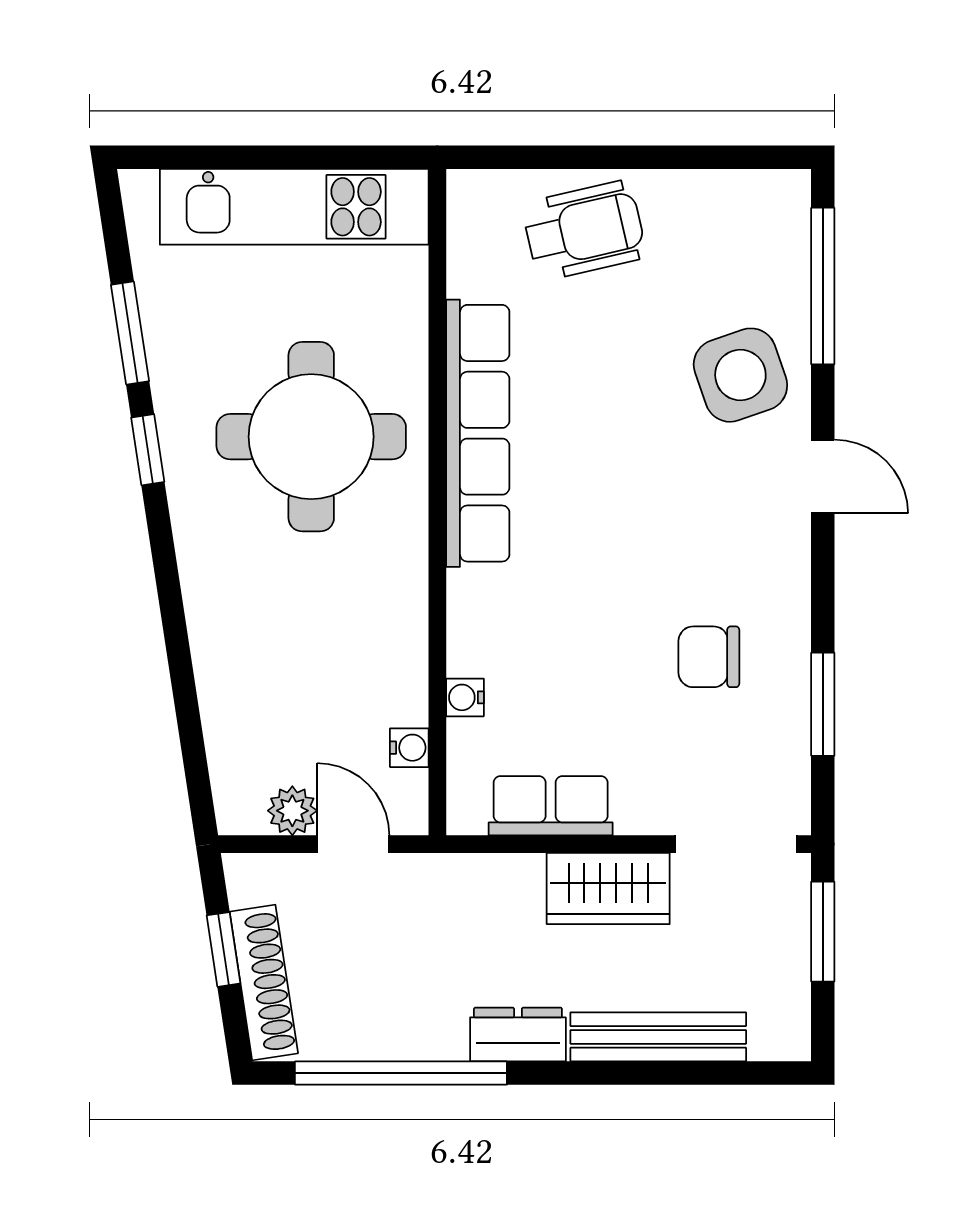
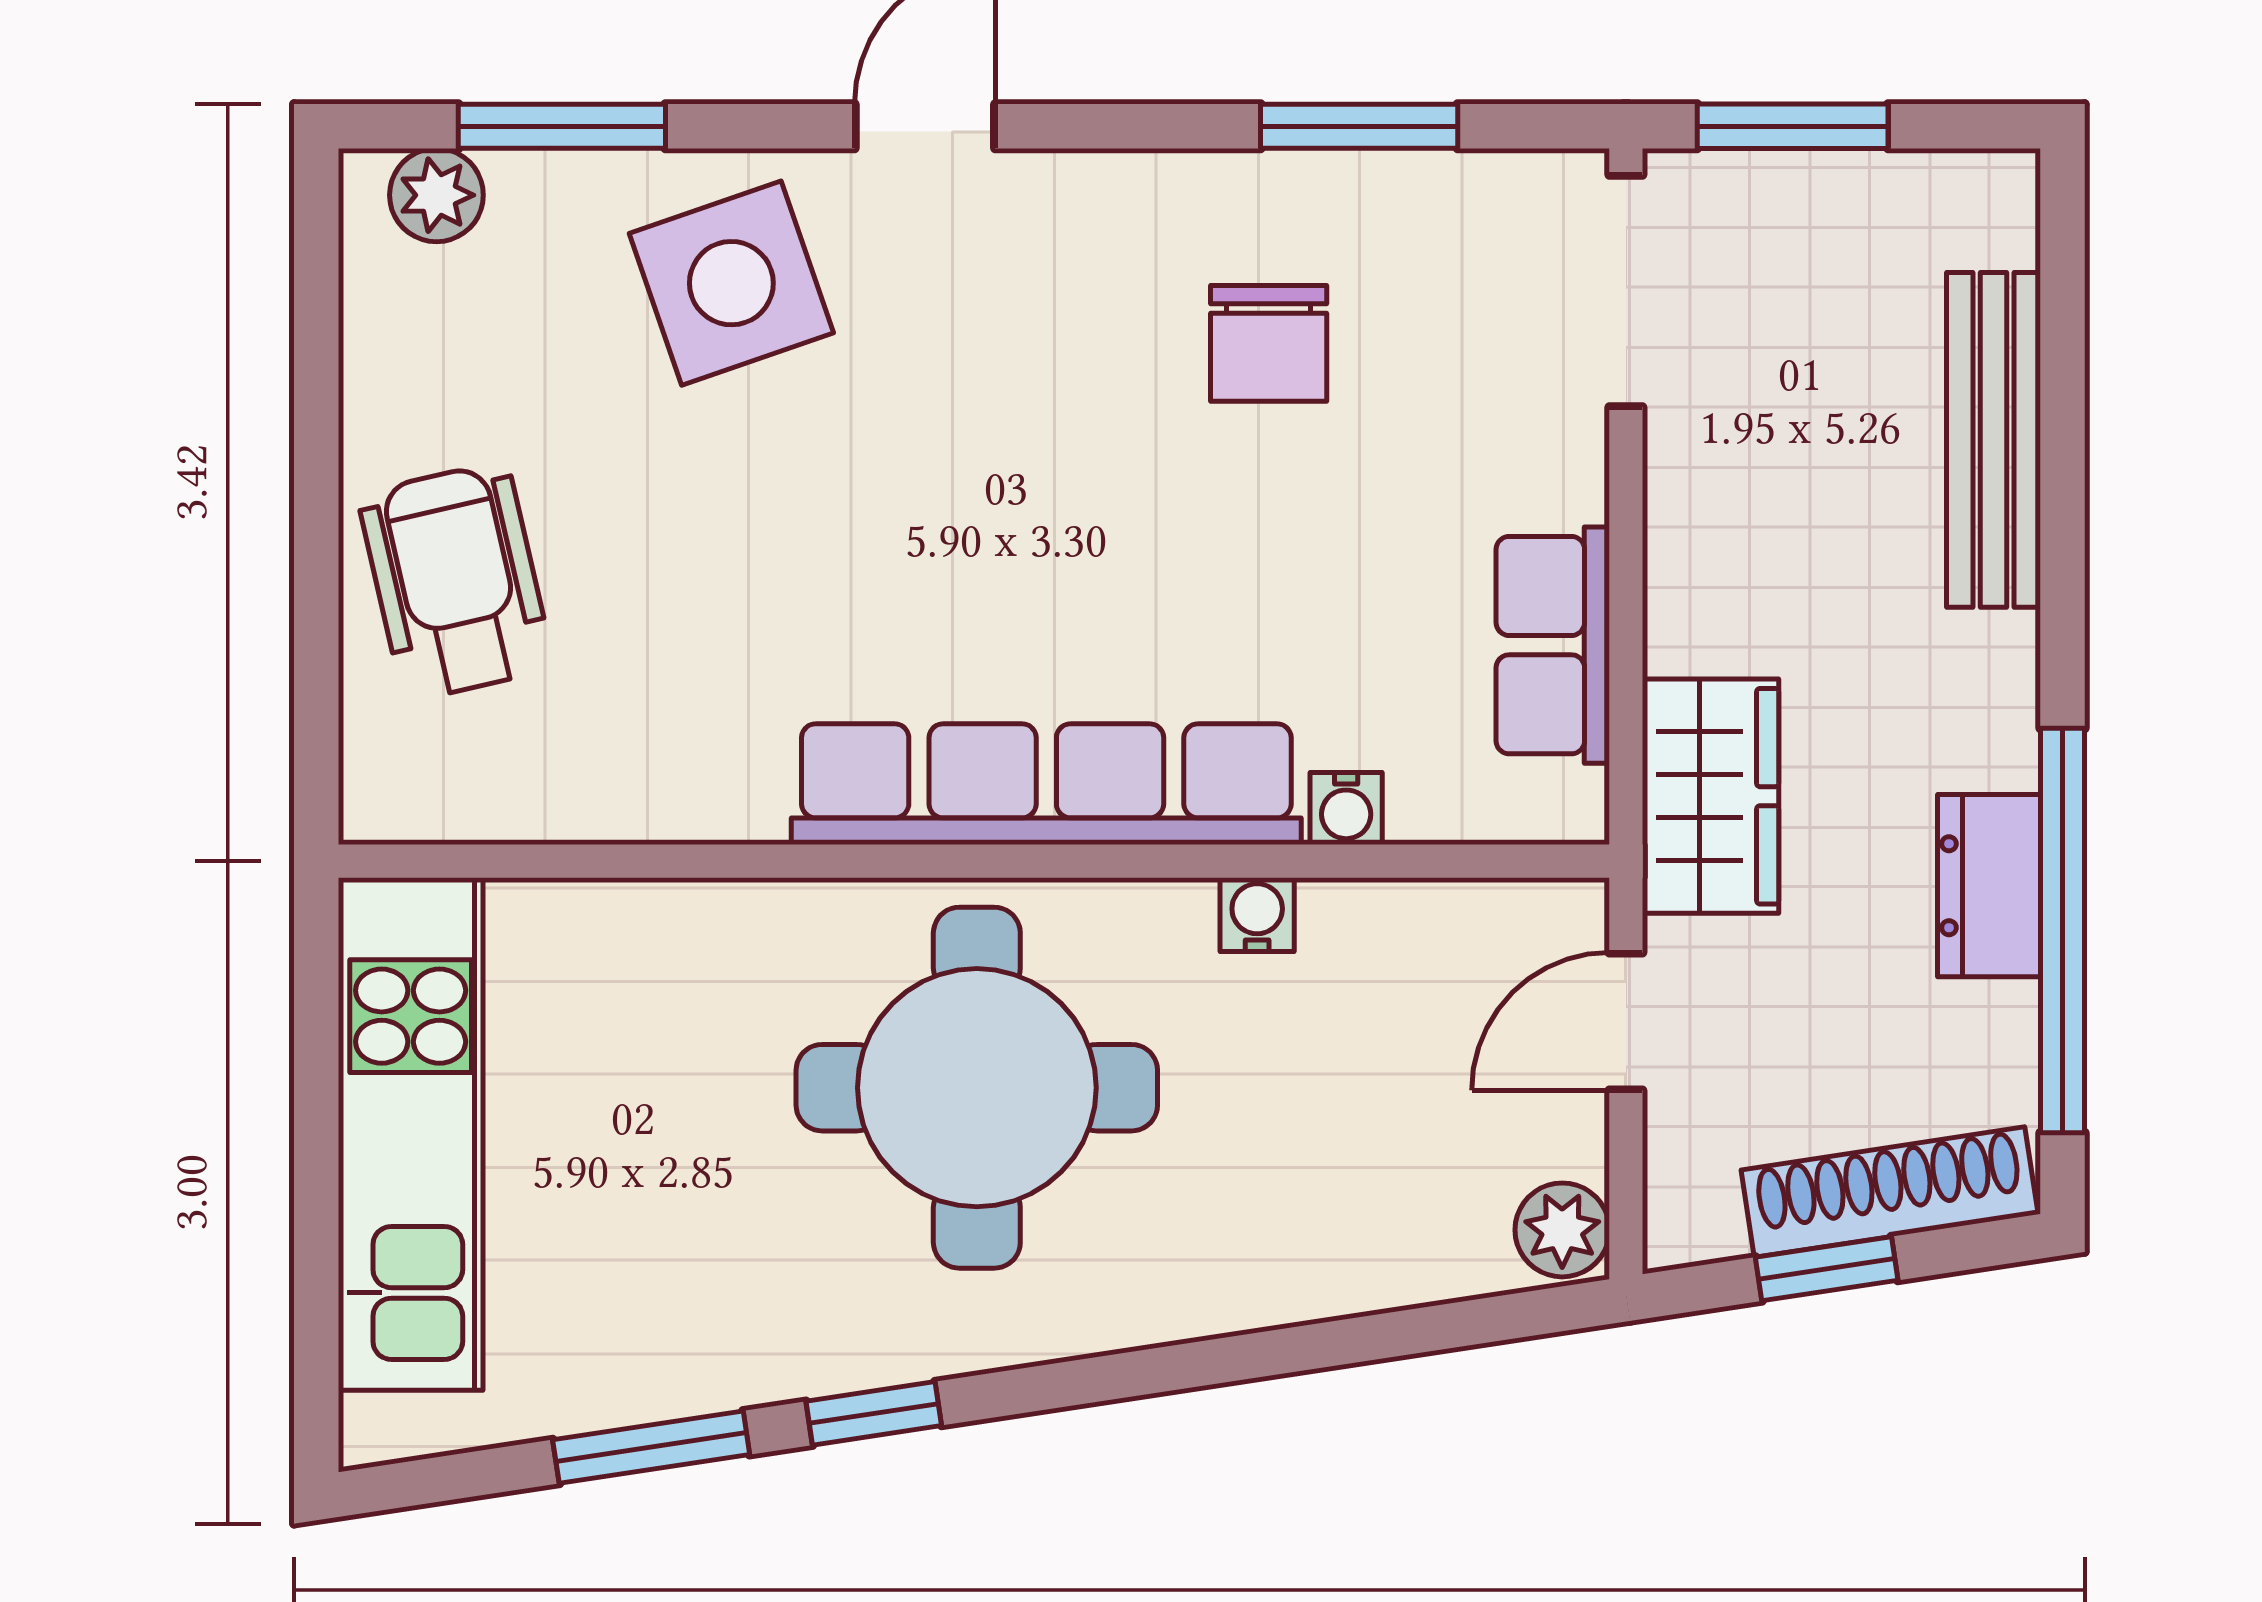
plant: (787, 220) -> (436, 195), added
window: (823, 286) -> (562, 126), width x0.69
row of seats: (478, 433) -> (1046, 784), moved
round table: (311, 437) -> (977, 1088), moved
water cooler: (409, 748) -> (1257, 915), moved
plant: (292, 811) -> (1562, 1230), moved
wardrobe: (608, 889) -> (1710, 796), moved
dresser: (518, 1035) -> (1989, 886), moved

